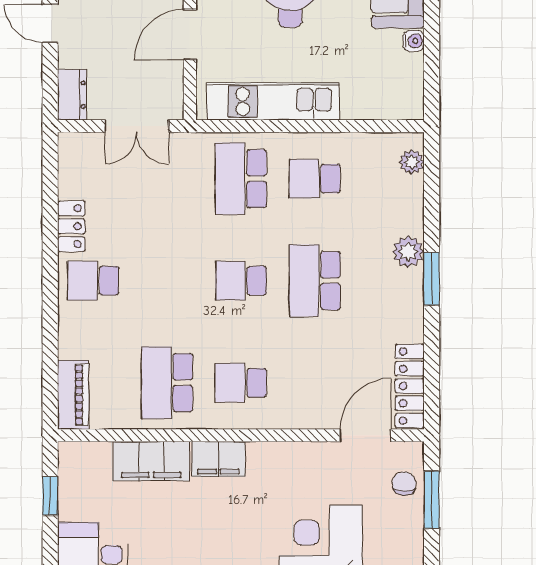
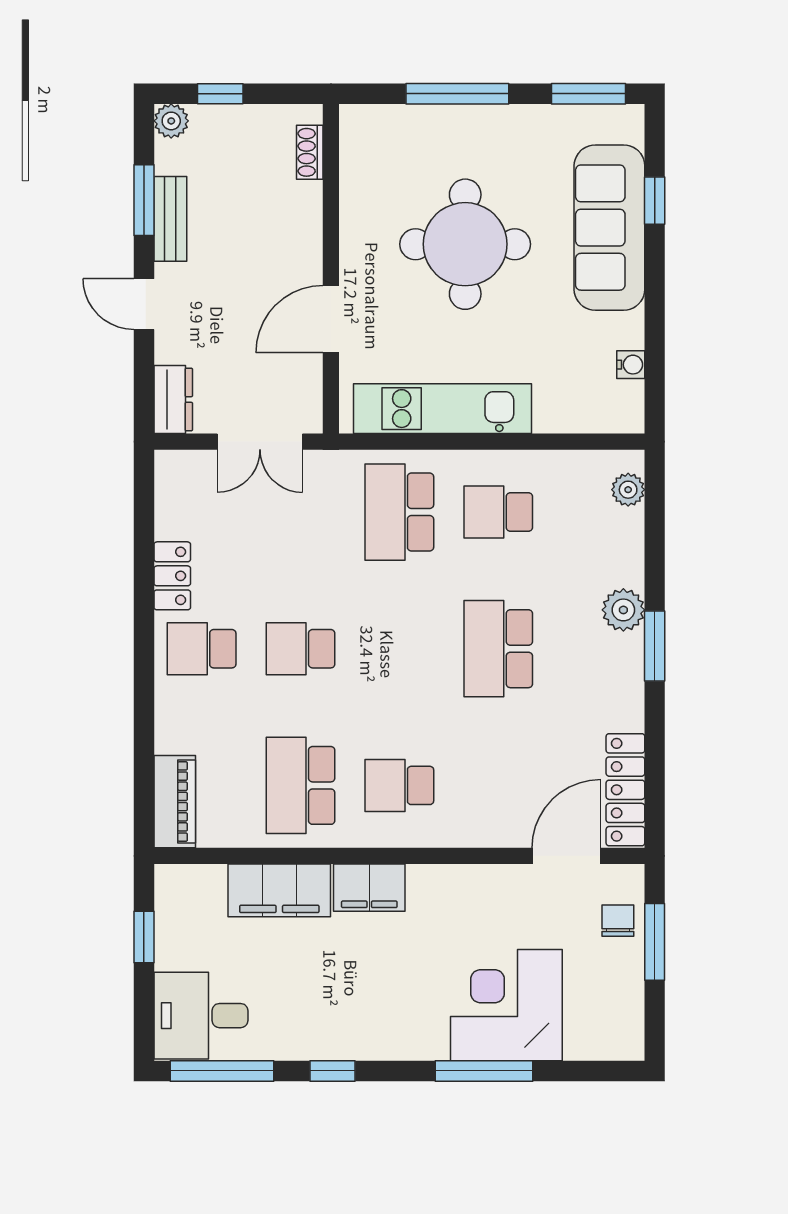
water cooler: (414, 41) -> (631, 365), moved
school desk: (241, 281) -> (300, 649), moved

